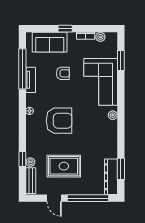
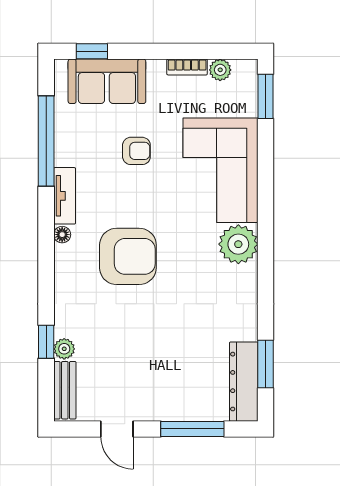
window: (65, 29) -> (92, 51), moved
window: (121, 61) -> (266, 96), moved
tv unit: (31, 80) -> (65, 196), moved
plant: (113, 115) -> (238, 244), width x1.87, depth x1.87
rug: (64, 166) -> (139, 358), removed
window: (88, 198) -> (192, 429), width x0.68

